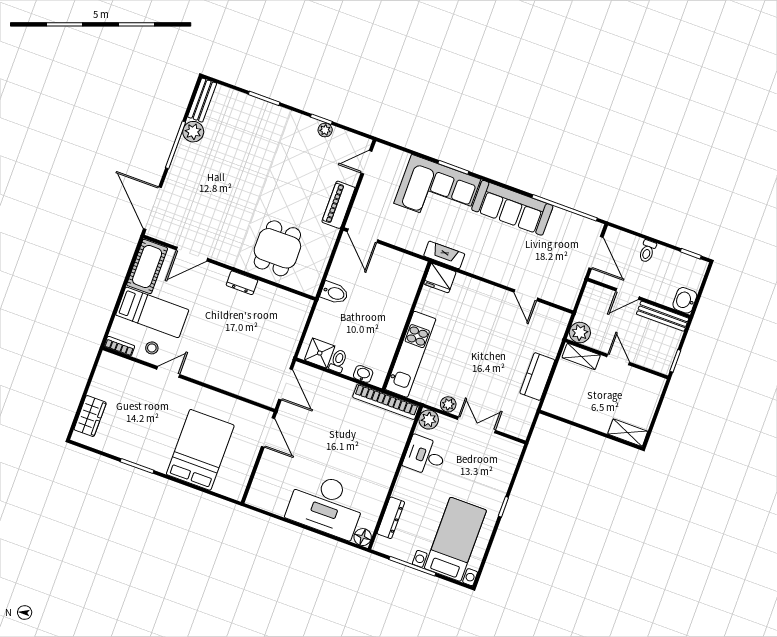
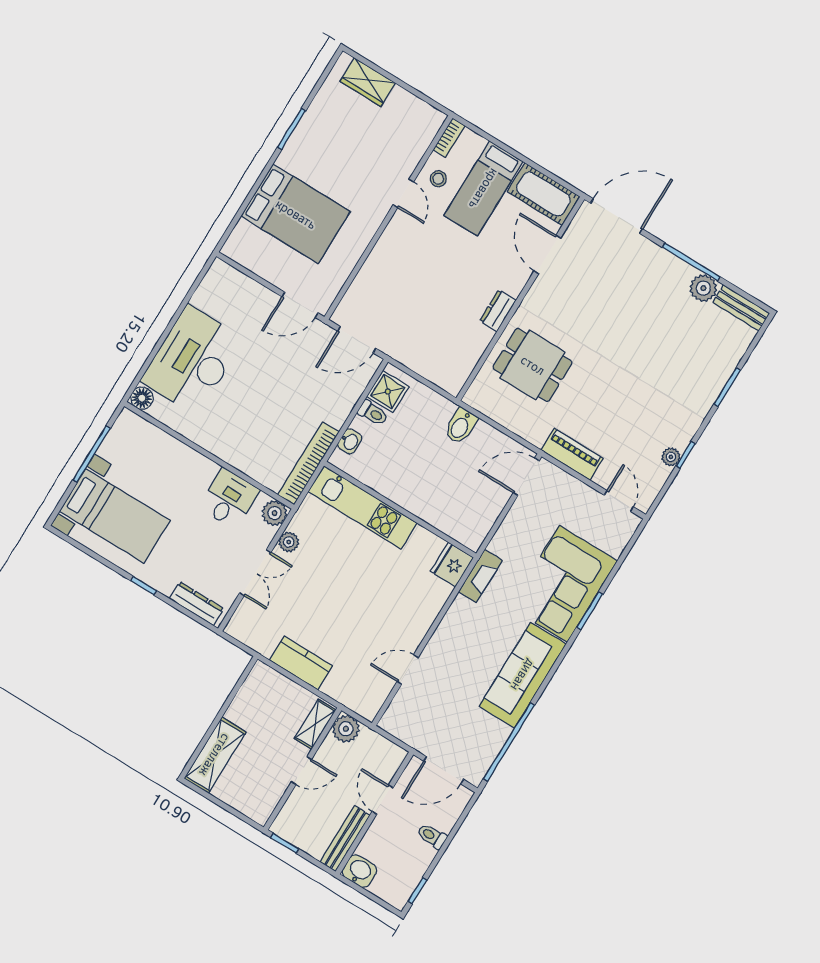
shelving: (628, 433) -> (215, 755), width x1.50, depth x1.33
dresser: (391, 518) -> (197, 604), moved, turned 180

